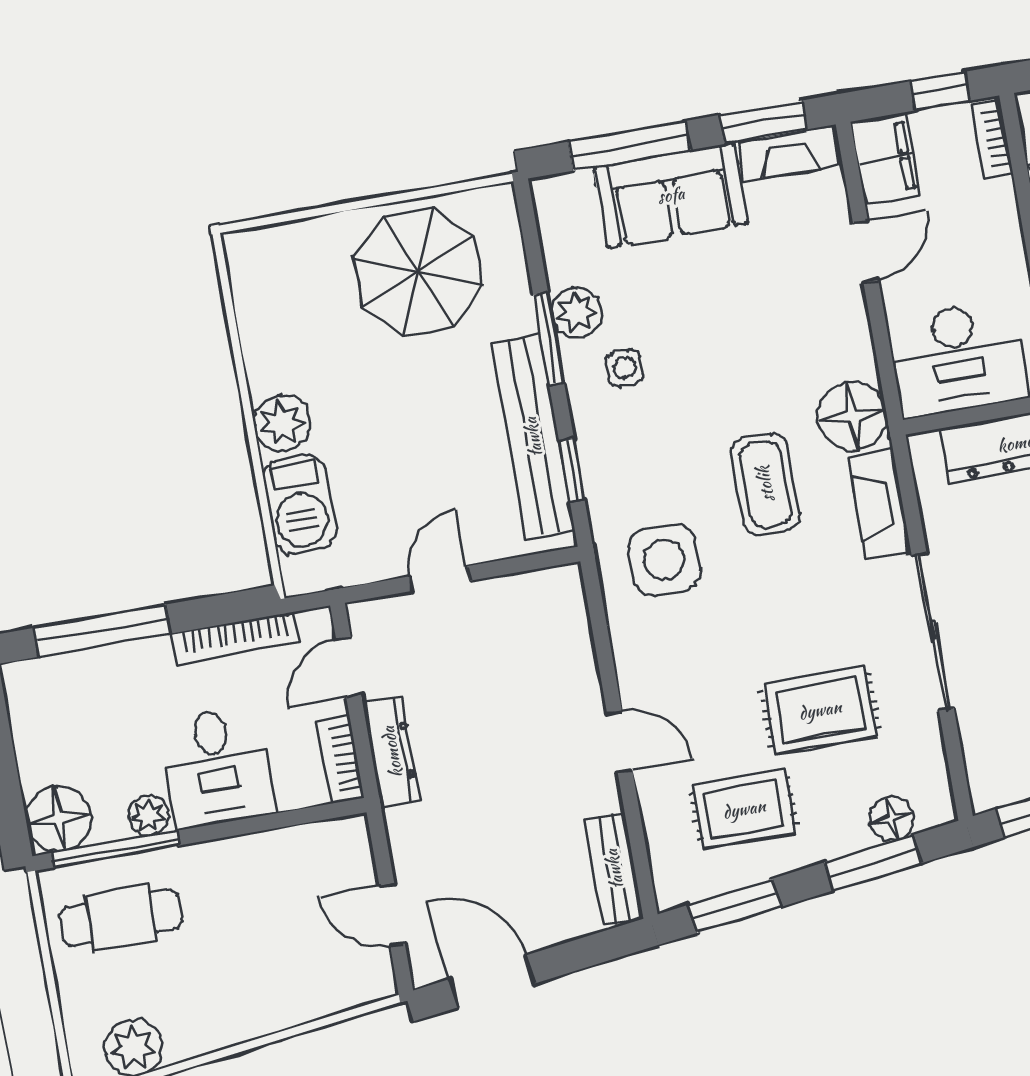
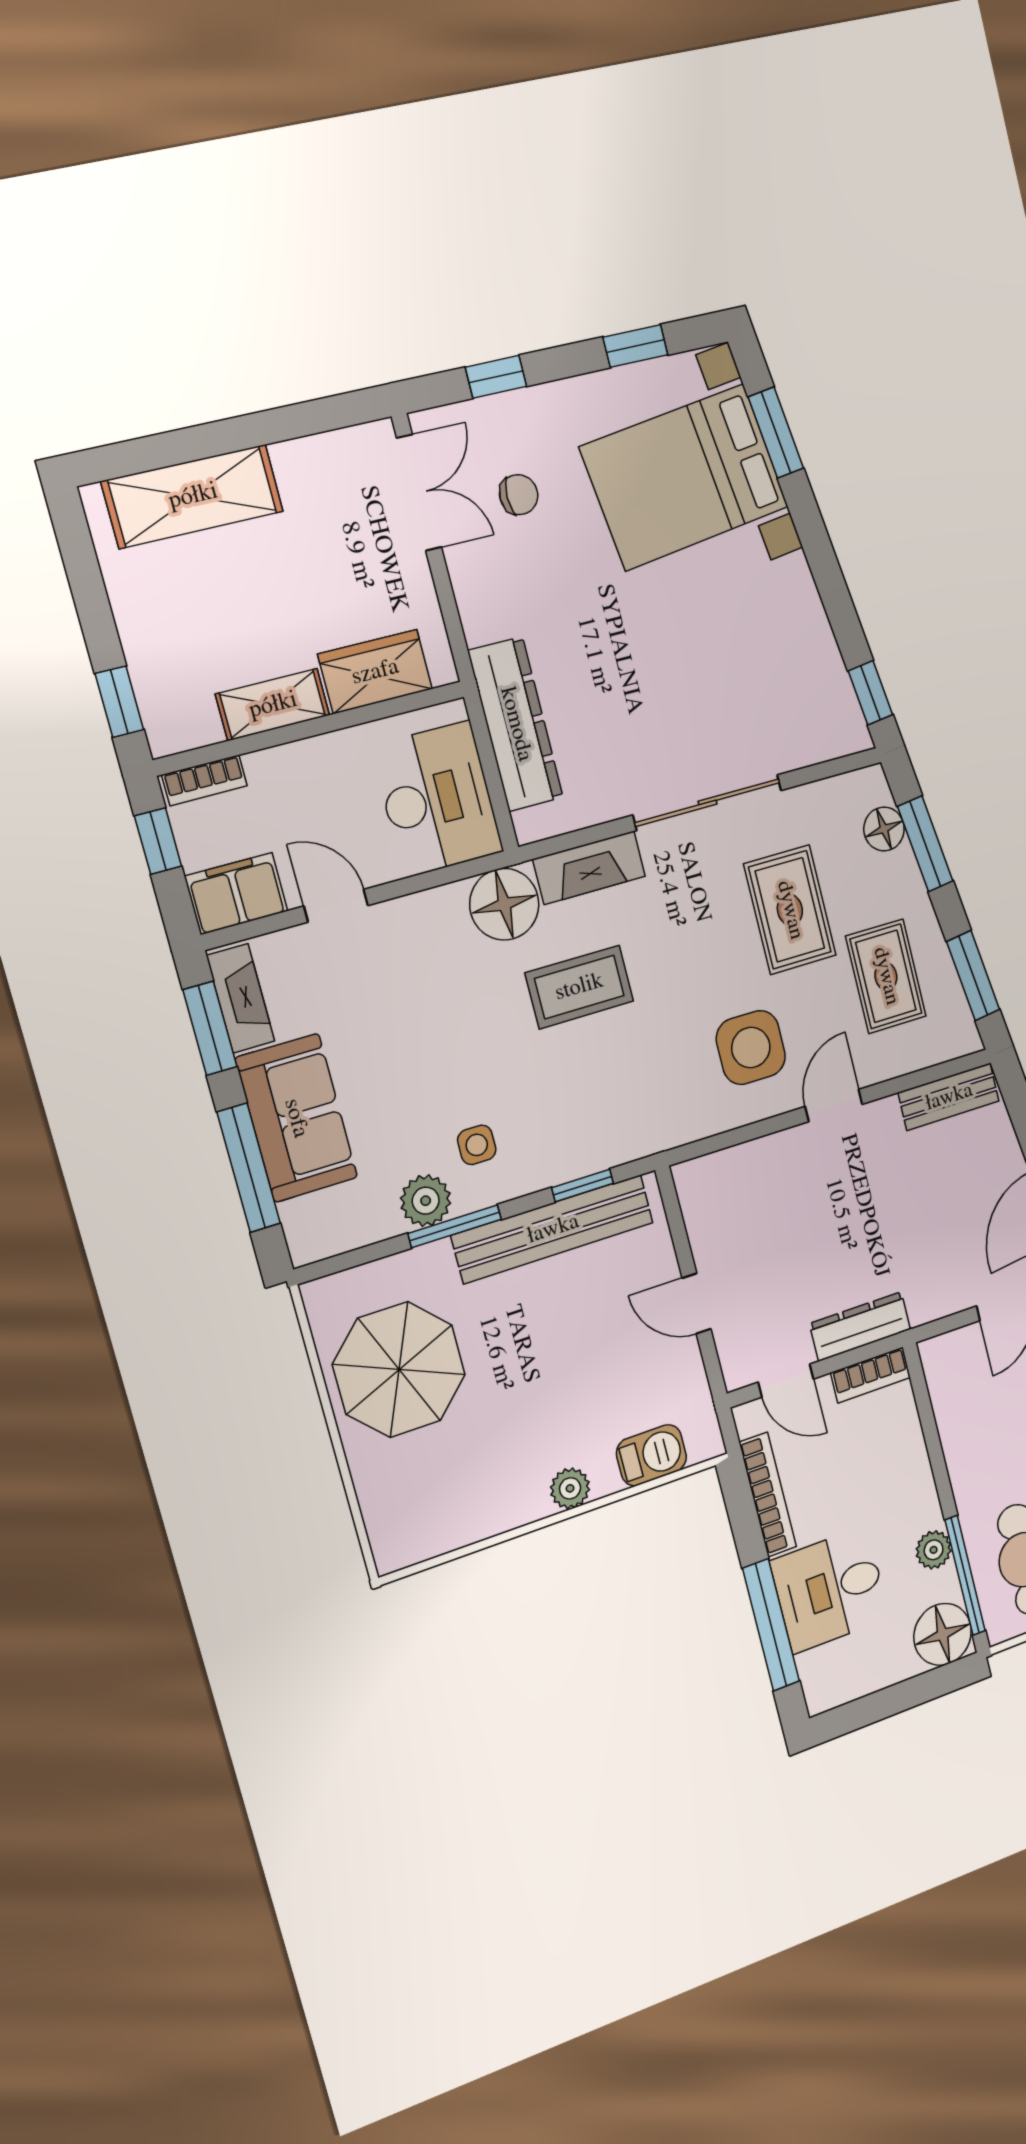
plant: (282, 423) -> (570, 1488), width x0.73, depth x0.73
barbecue: (299, 505) -> (651, 1455), width x0.73, depth x0.79
side table: (664, 560) -> (751, 1048), moved
desk: (217, 767) -> (830, 1590), moved, turned 180

